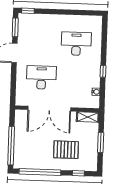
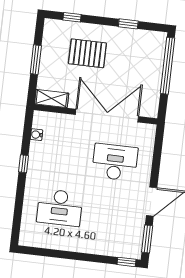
desk: (41, 77) -> (115, 162), turned 180
window: (40, 172) -> (128, 24), width x0.32

